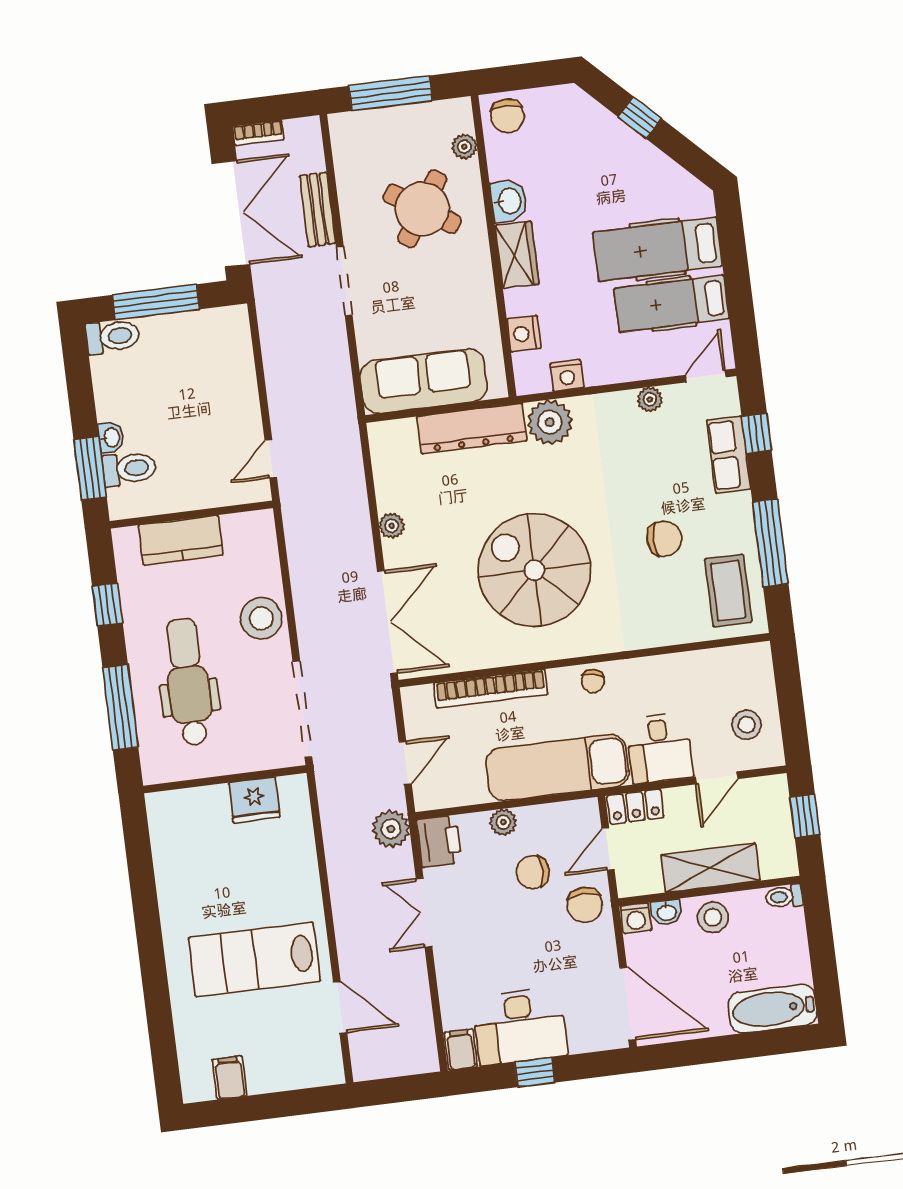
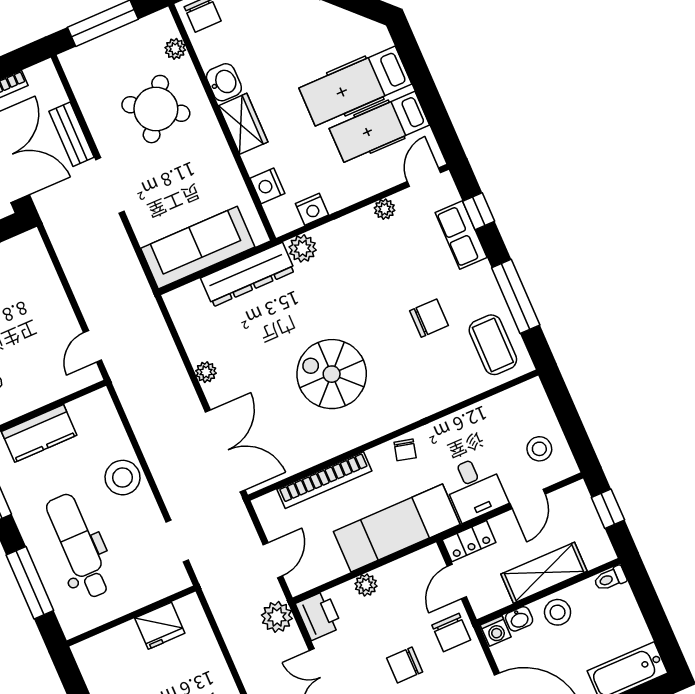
plant: (550, 422) -> (303, 248), width x0.73, depth x0.73
spiral stairs: (534, 570) -> (332, 374), width x0.73, depth x0.73
doorway: (302, 709) -> (177, 541), width x0.53
chair: (533, 872) -> (405, 665), moved

